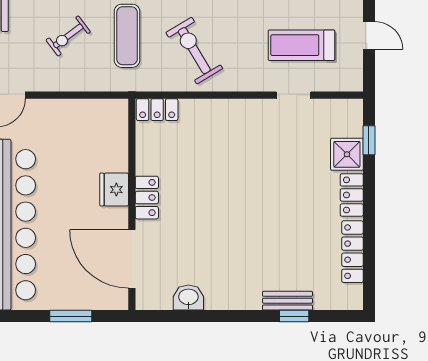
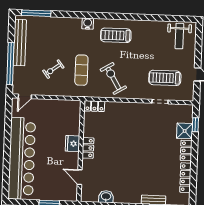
door: (132, 259) -> (80, 177), width x0.53

